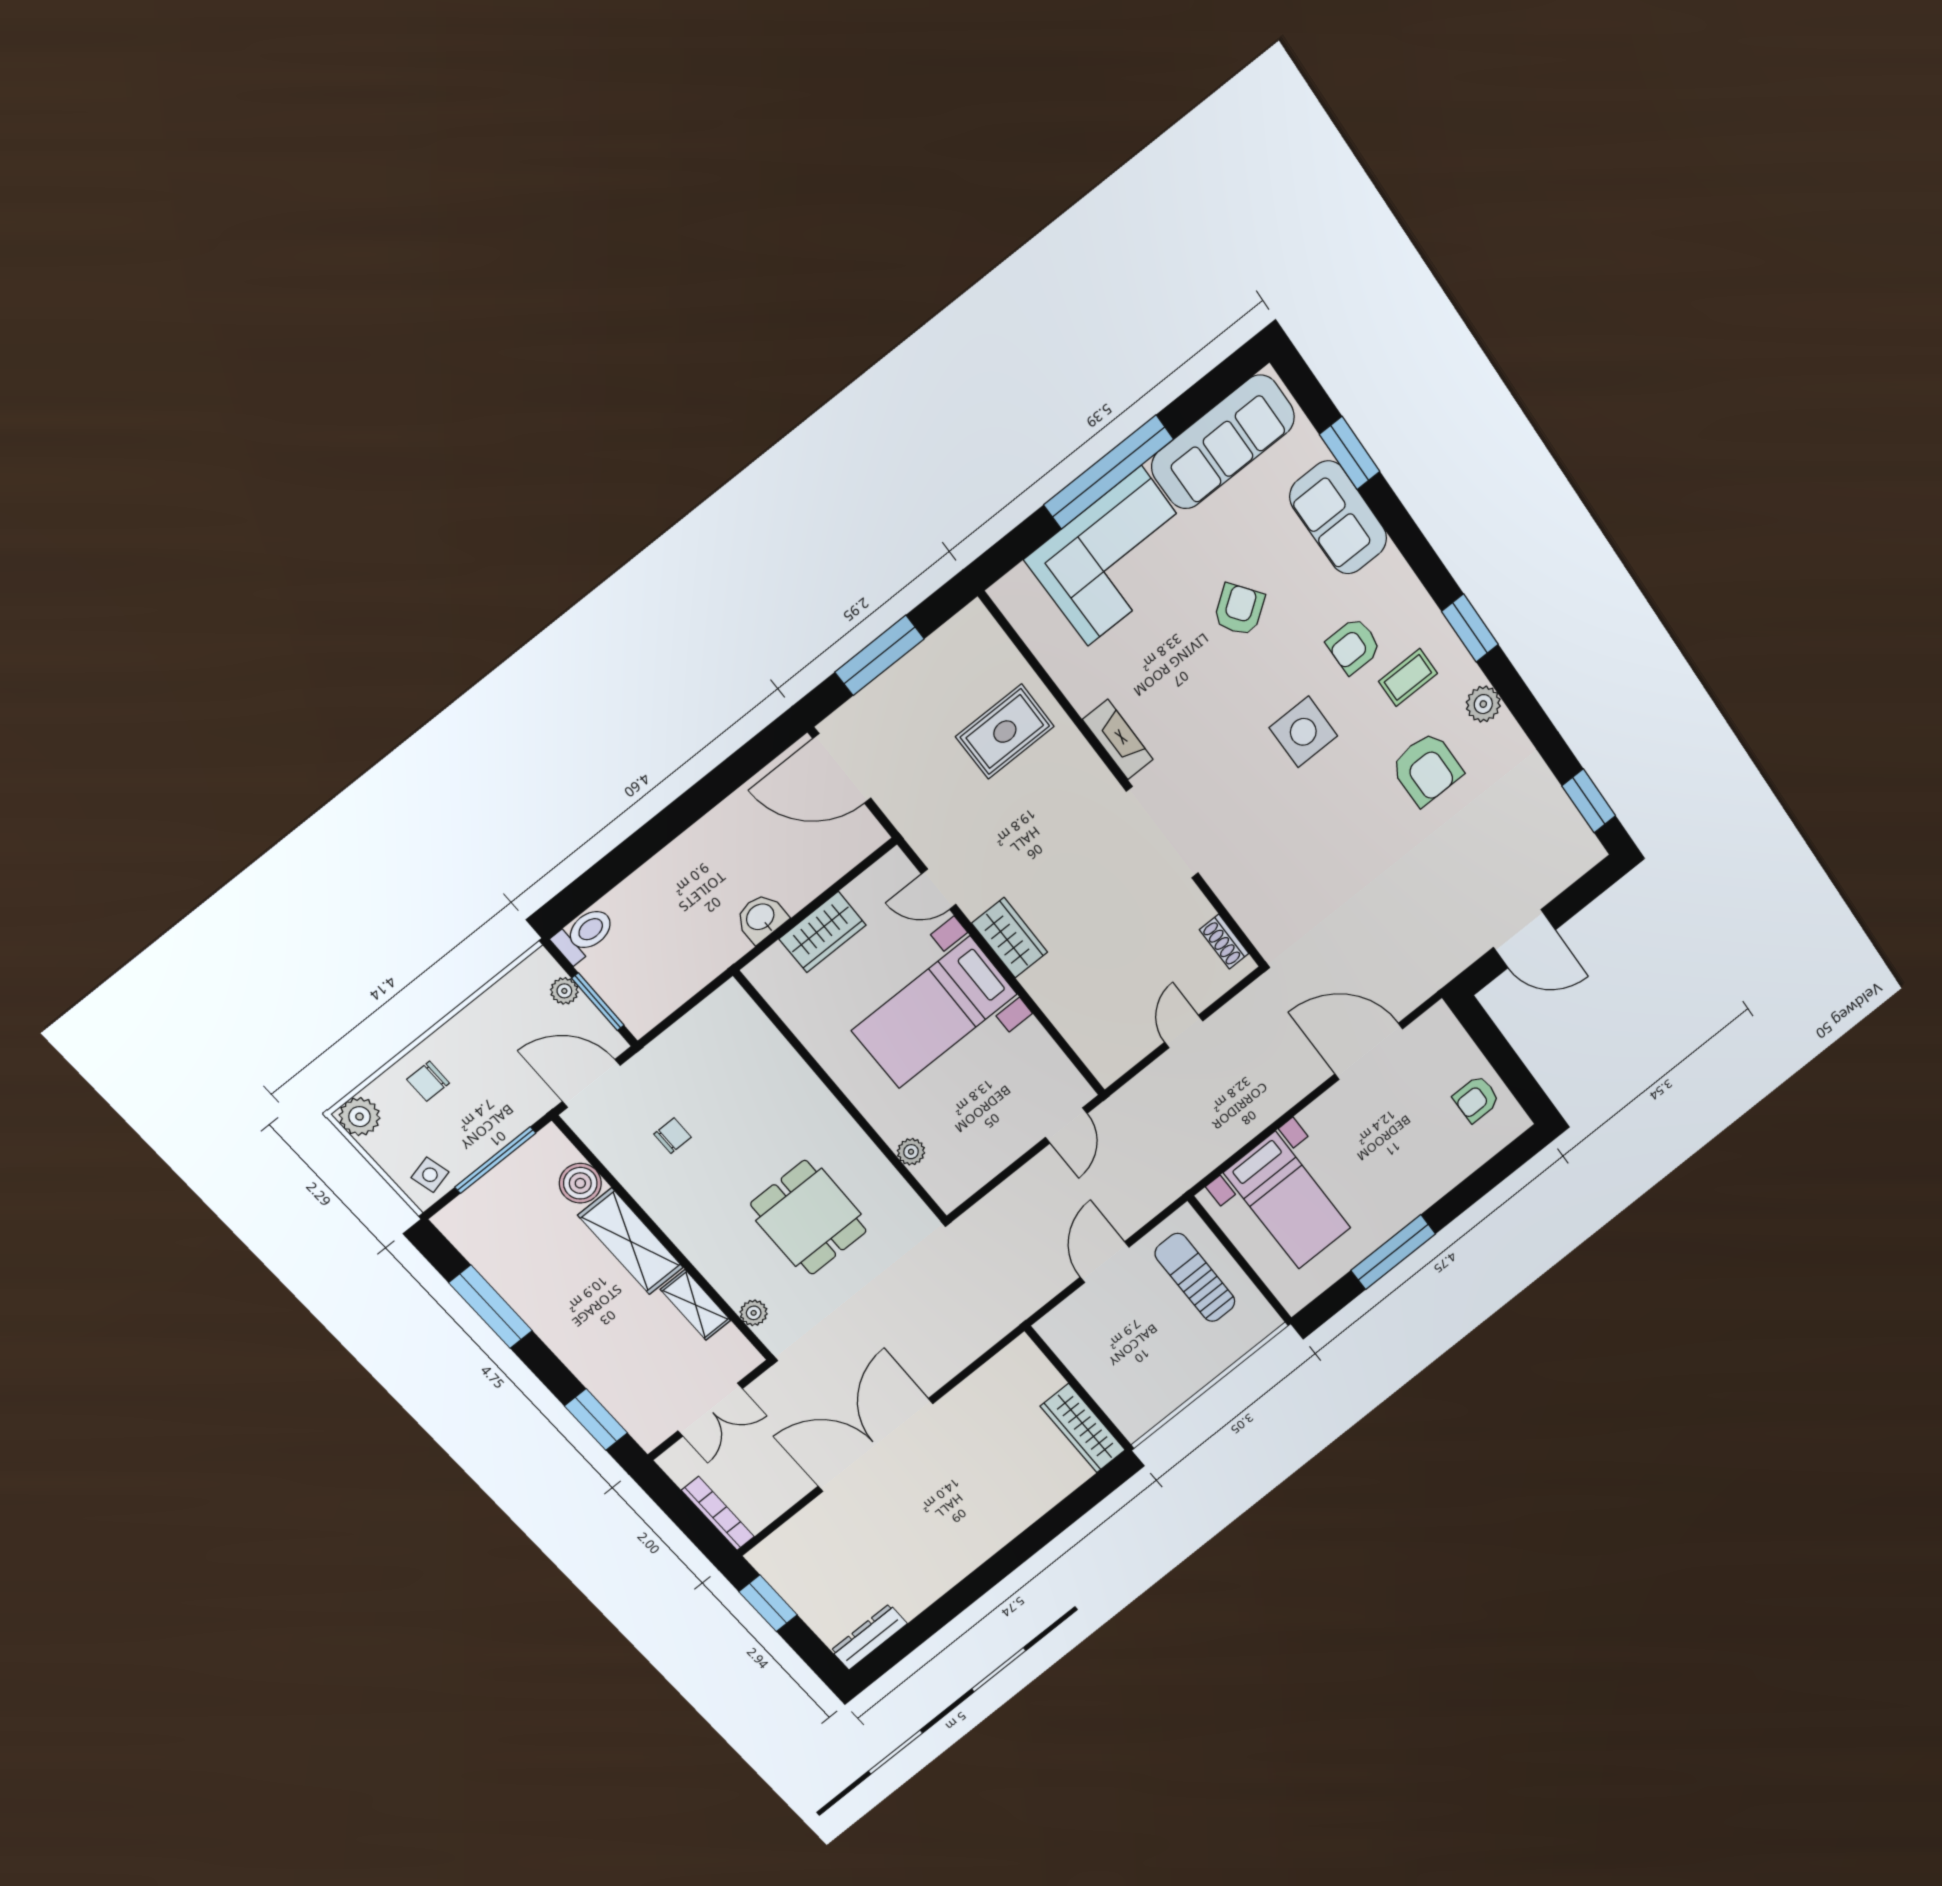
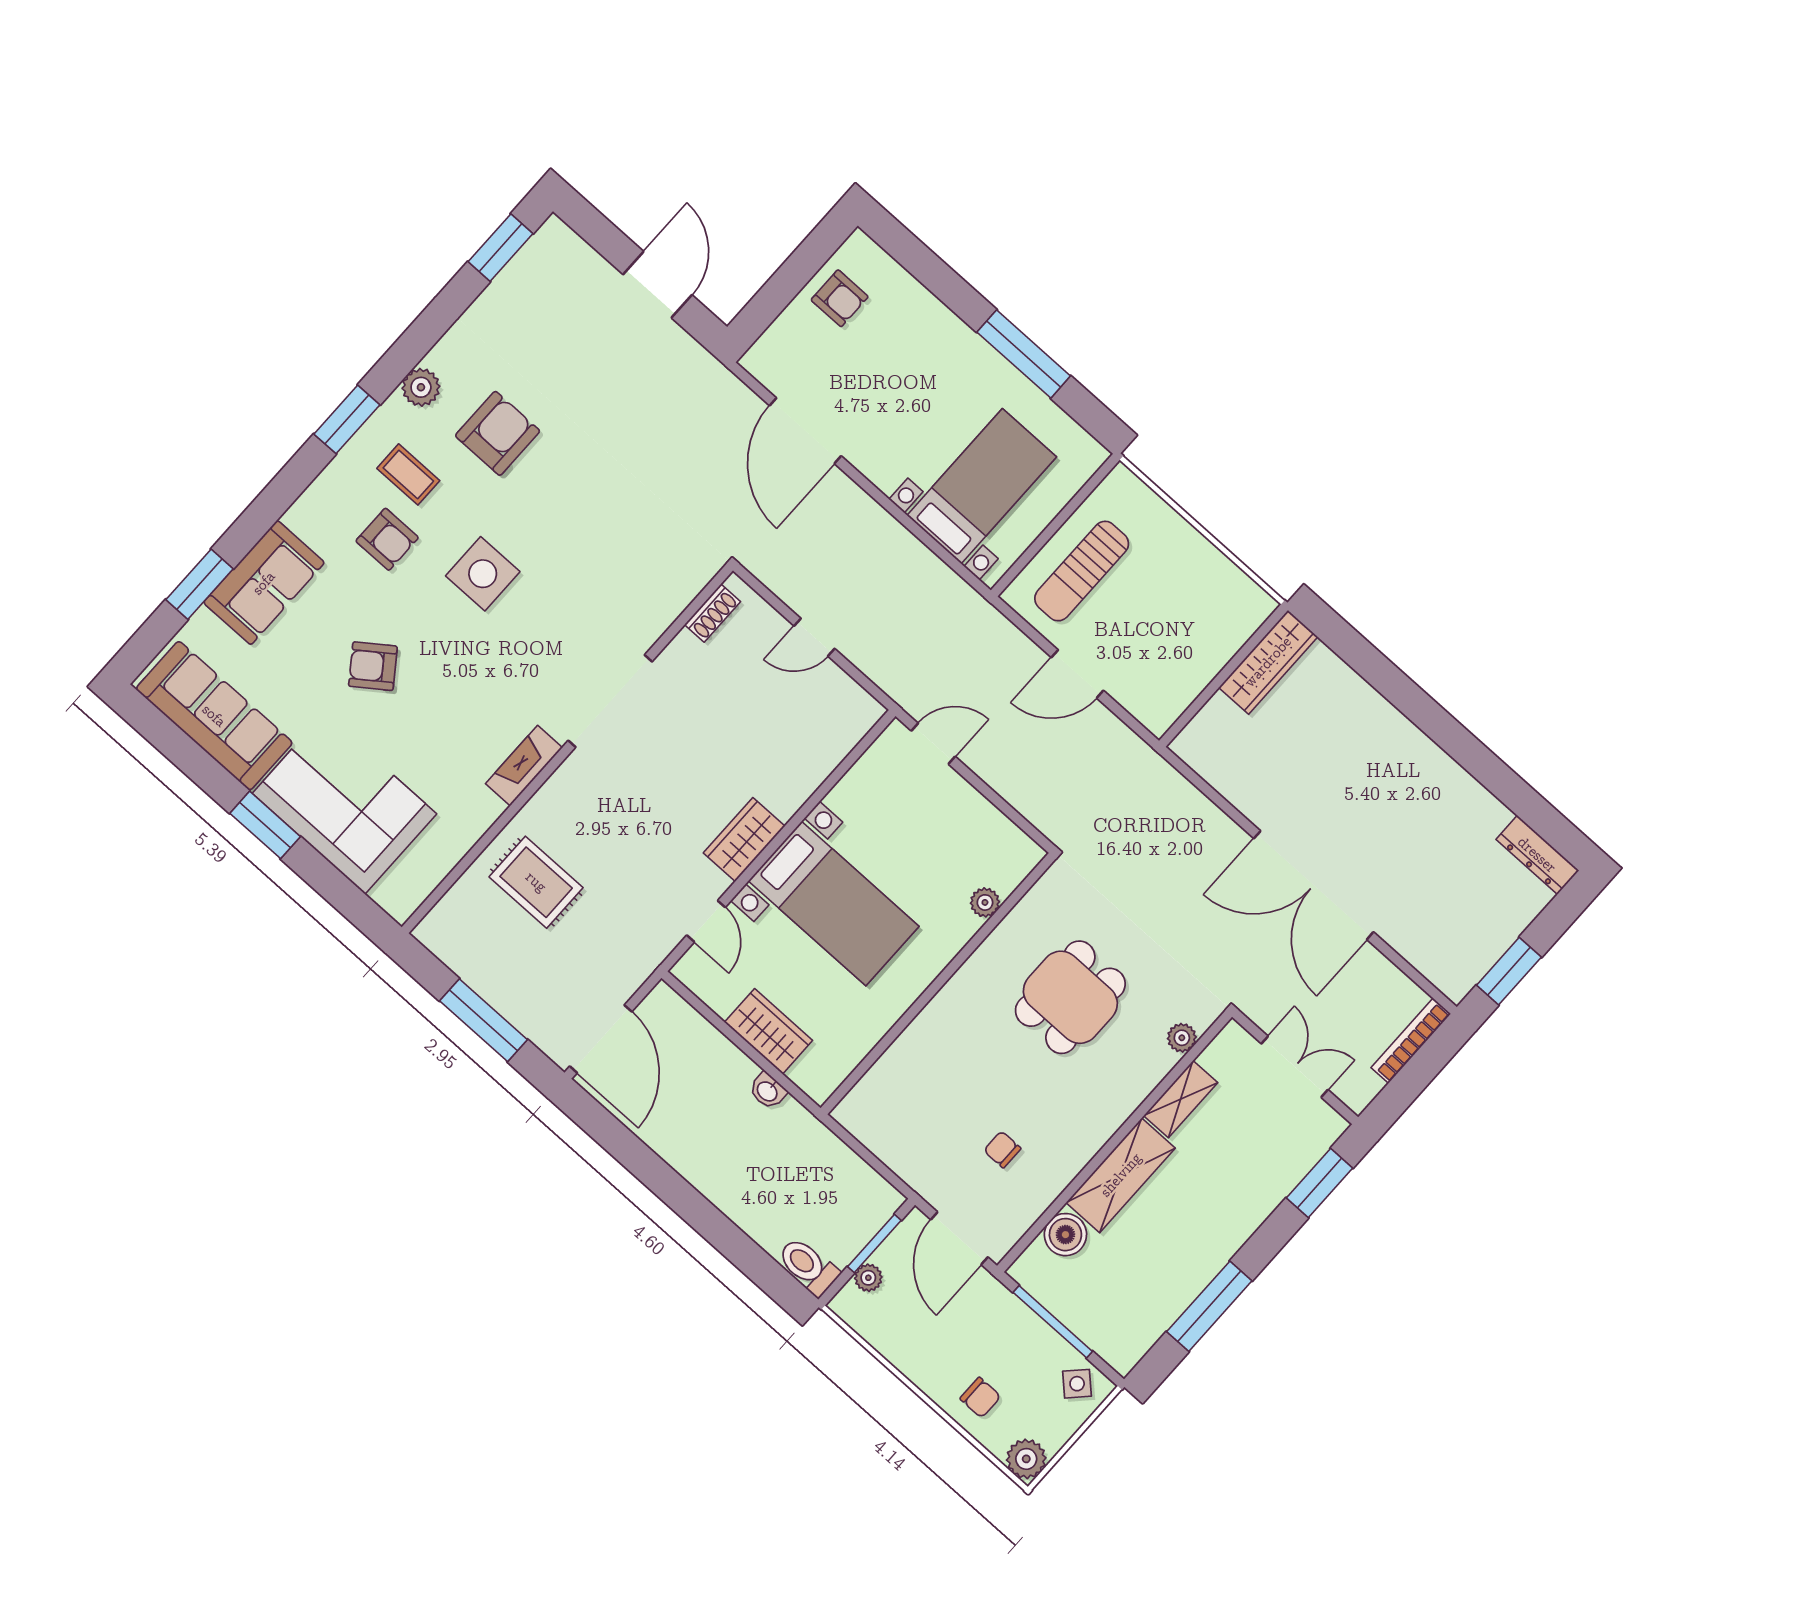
window: (1109, 472) -> (265, 825), width x0.47
washbasin: (761, 918) -> (768, 1091), width x0.72, depth x0.69
side table: (430, 1175) -> (1077, 1384), turned -32

